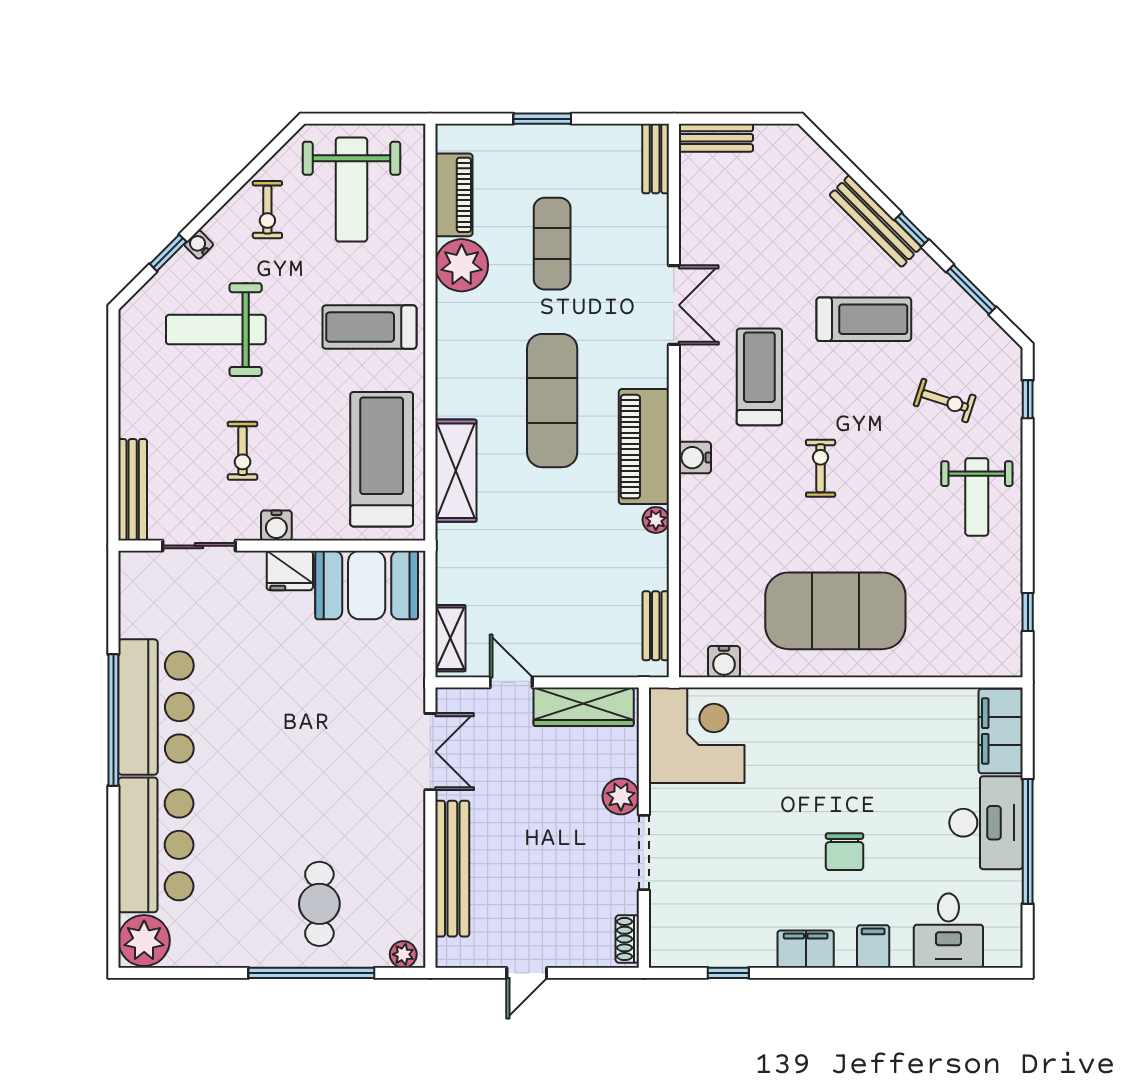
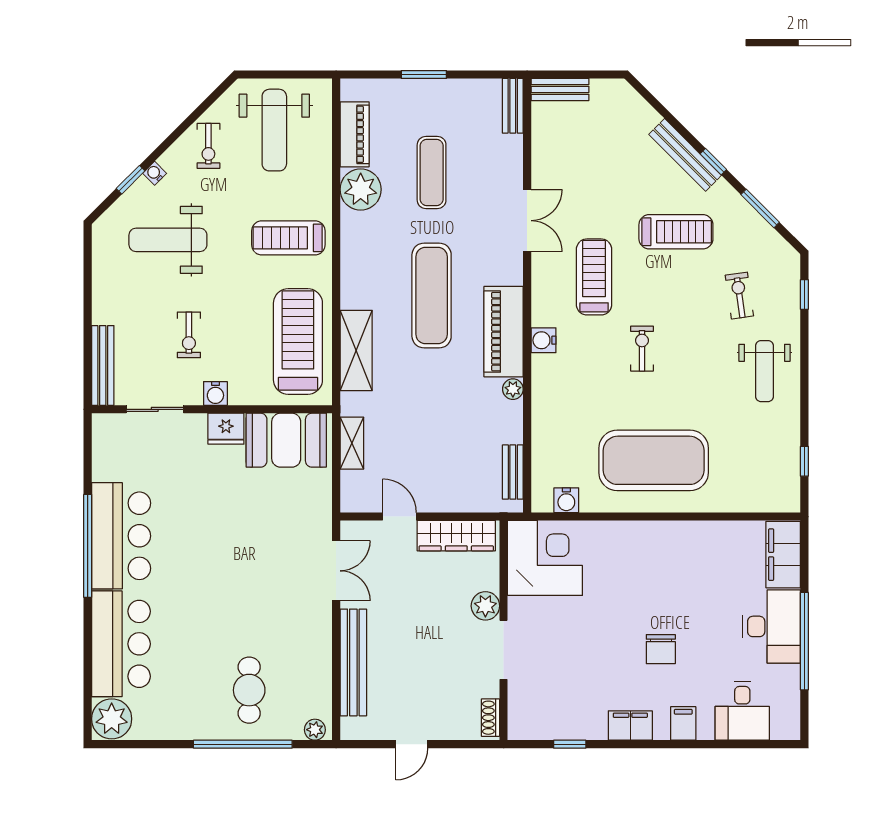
exercise bike: (945, 401) -> (739, 296), turned -116
shelving: (450, 638) -> (352, 443), moved

